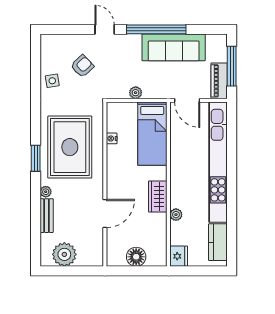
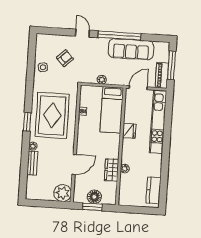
door: (187, 100) -> (138, 88), swing flipped
kitchen unit: (218, 162) -> (158, 122), width x0.73
wardrobe: (158, 196) -> (112, 170), moved
plant: (64, 254) -> (63, 193), moved
fridge: (179, 256) -> (129, 131), moved
window: (134, 271) -> (92, 207), added

